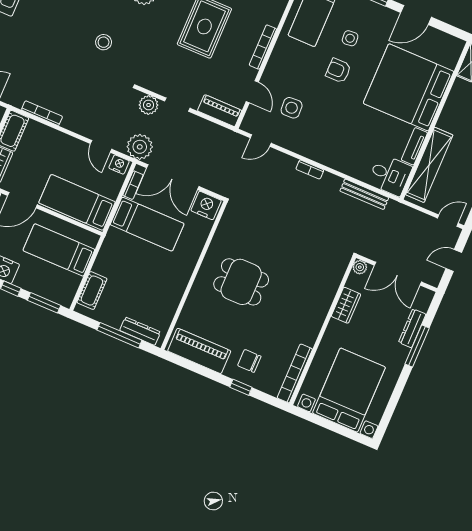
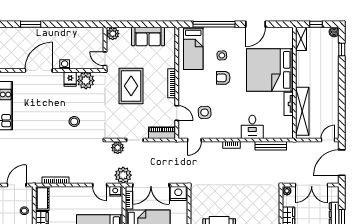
desk: (390, 175) -> (252, 127), moved, turned 90
door: (454, 260) -> (342, 163), width x1.88

